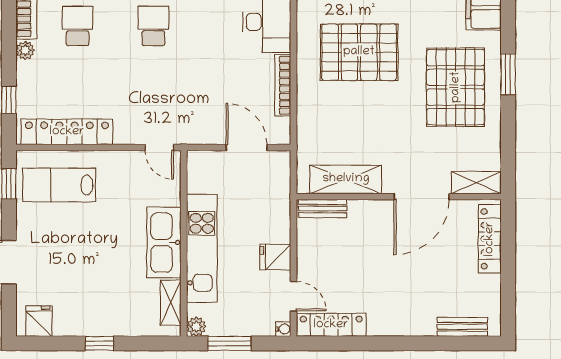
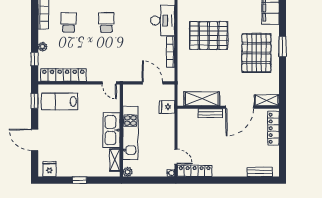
plant: (25, 50) -> (43, 47), moved
bench: (323, 209) -> (210, 113), moved
fridge: (275, 257) -> (167, 107), moved
window: (229, 343) -> (144, 180), removed

